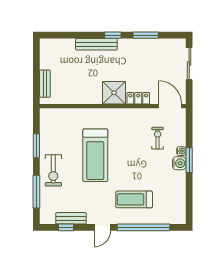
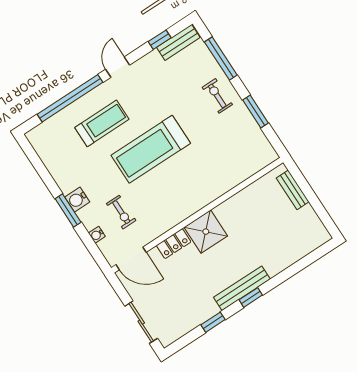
window: (146, 35) -> (213, 322), width x0.67
bench: (96, 44) -> (242, 288), moved
water cooler: (181, 151) -> (97, 235), moved
treadmill: (95, 155) -> (151, 149), moved, turned -90
exercise bike: (53, 170) -> (217, 96), width x0.73, depth x0.72
bench: (71, 218) -> (178, 42), moved

